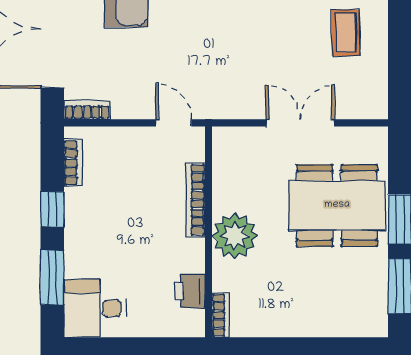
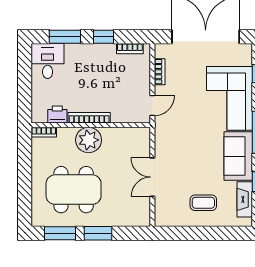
bookcase: (87, 110) -> (160, 72), moved
double door: (300, 123) -> (152, 177), swing flipped
bookcase: (195, 200) -> (89, 118), moved
dining table: (337, 205) -> (74, 190), moved, turned 90

